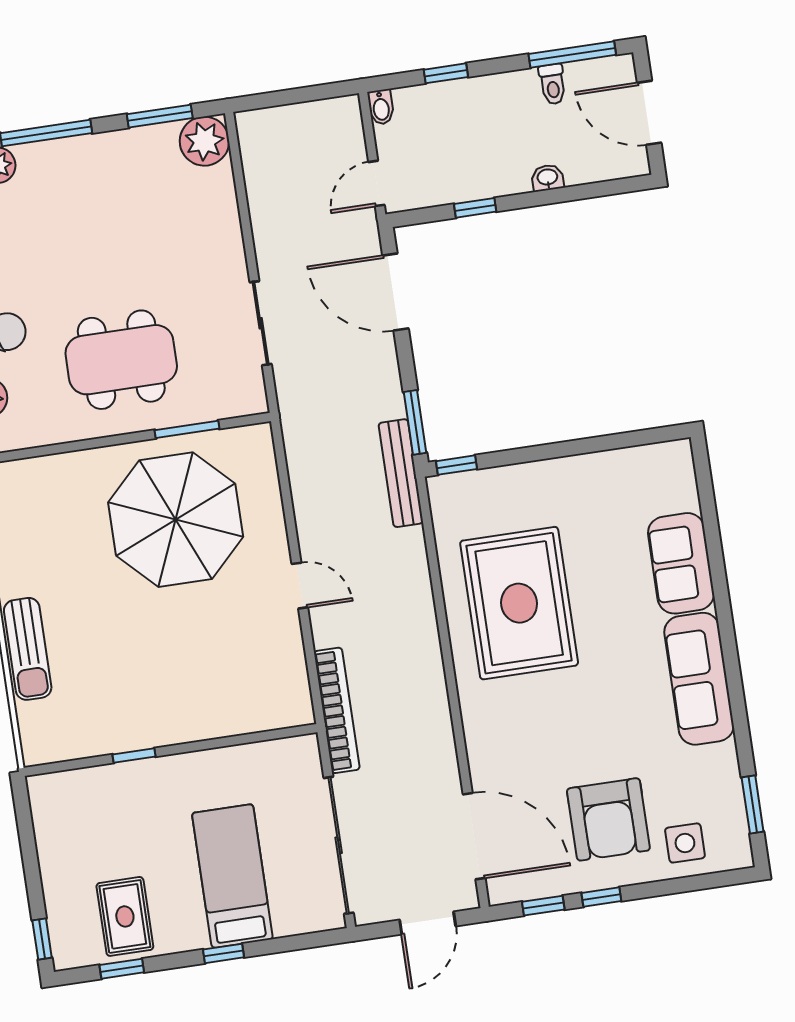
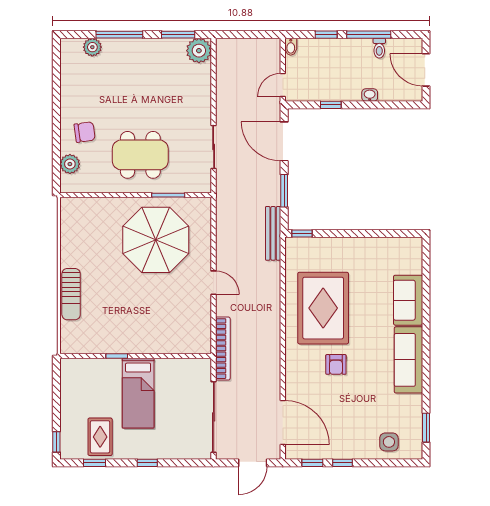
window: (572, 54) -> (369, 35), moved
window: (415, 422) -> (284, 191), moved
armchair: (608, 819) -> (336, 364), moved, width x0.53, depth x0.53
bed: (232, 876) -> (138, 393), moved, turned 180

